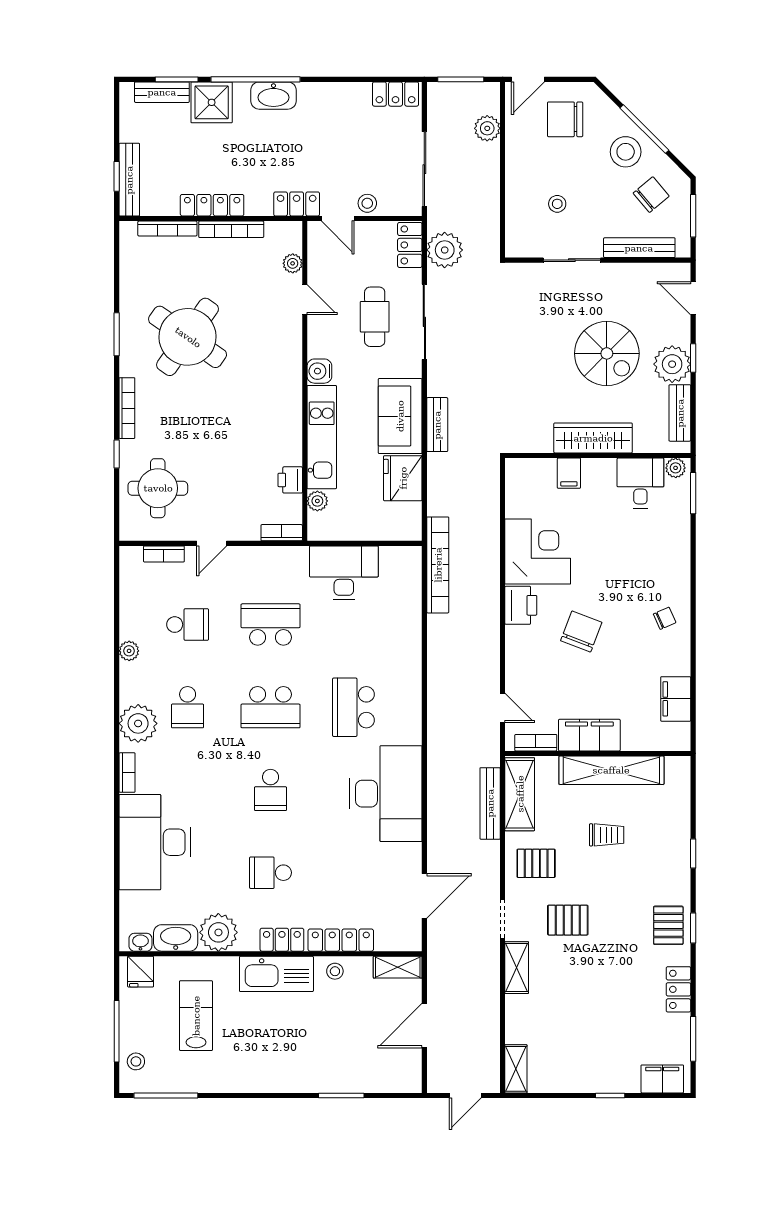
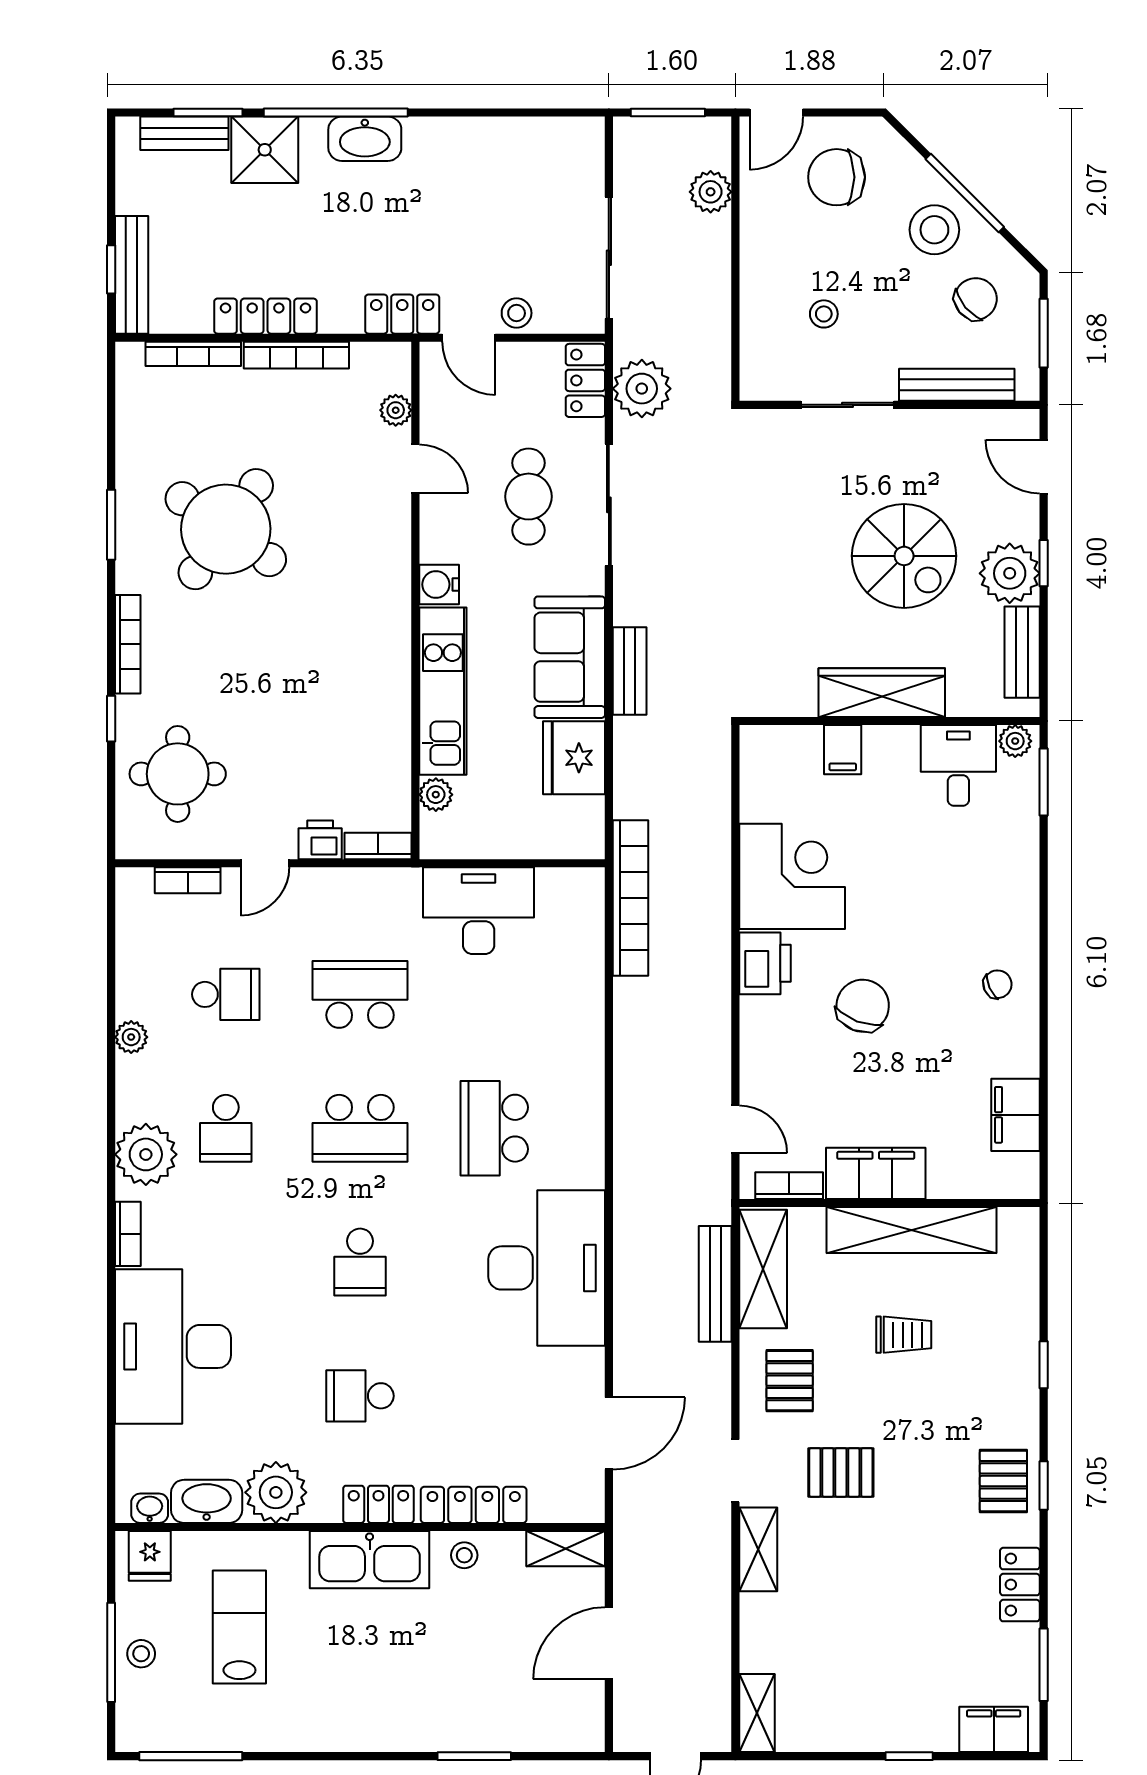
locker: (396, 94) -> (562, 136), removed
printer: (290, 480) -> (320, 840), moved, turned 90
pallet: (536, 863) -> (790, 1381), turned 90
stool: (136, 1061) -> (141, 1654), moved

